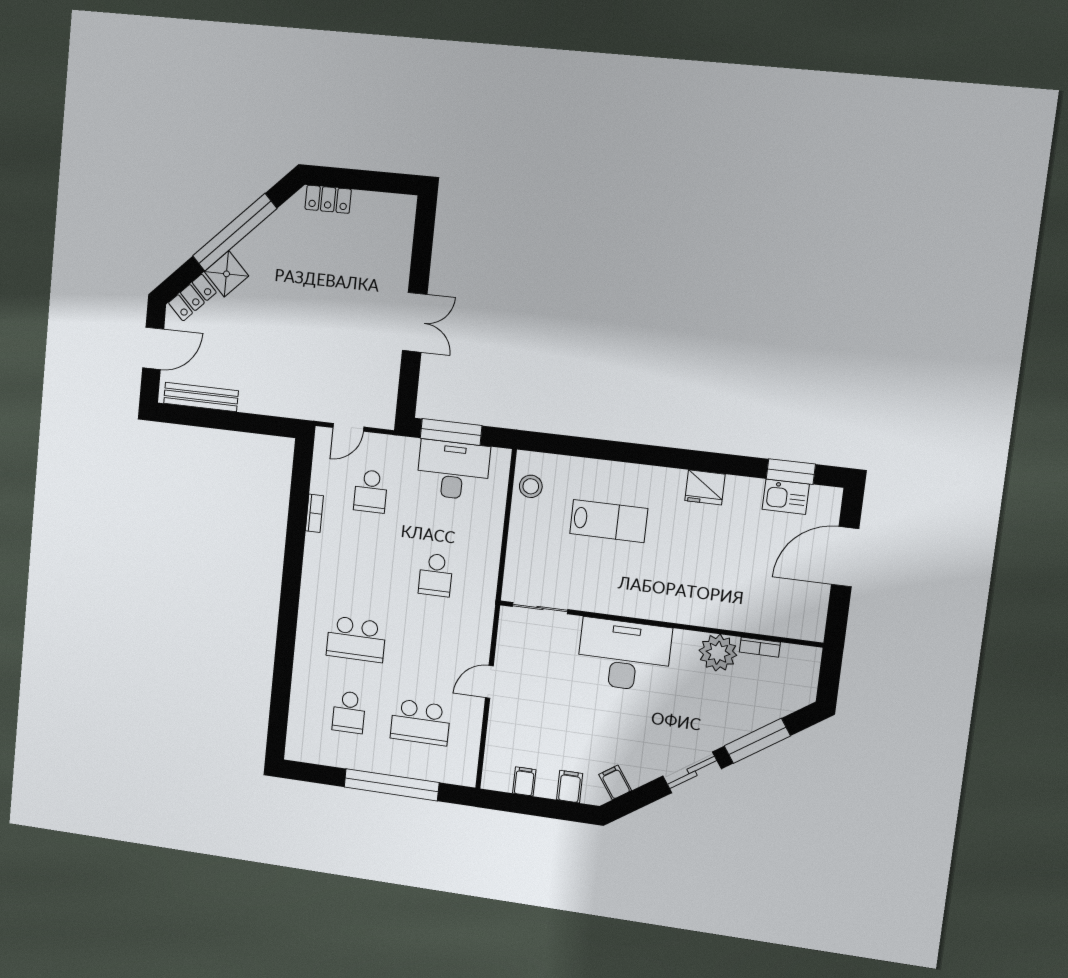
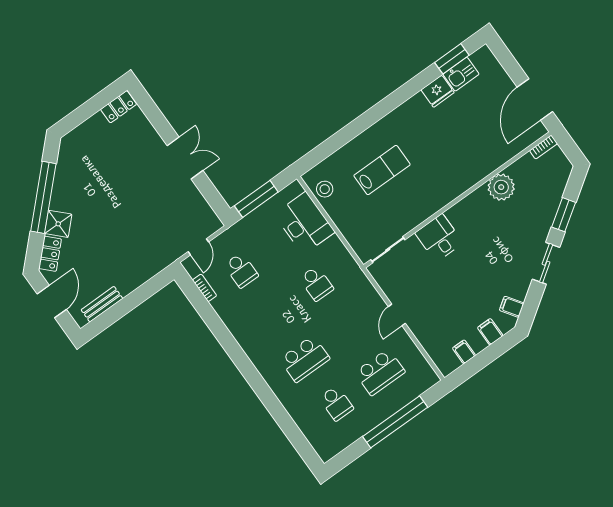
locker: (328, 199) -> (119, 107), moved
bench: (201, 397) -> (102, 304), width x0.73
desk: (453, 470) -> (304, 223), moved, turned 90
fridge: (705, 487) -> (438, 91), moved
bookcase: (314, 513) -> (205, 288), moved
door: (845, 557) -> (535, 99), moved
bookcase: (760, 647) -> (544, 147), moved
desk: (624, 655) -> (439, 238), width x0.53, depth x0.77
window: (757, 741) -> (564, 215), width x0.69

